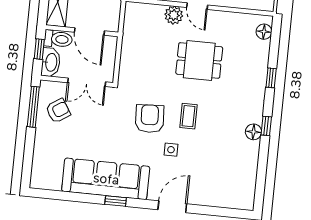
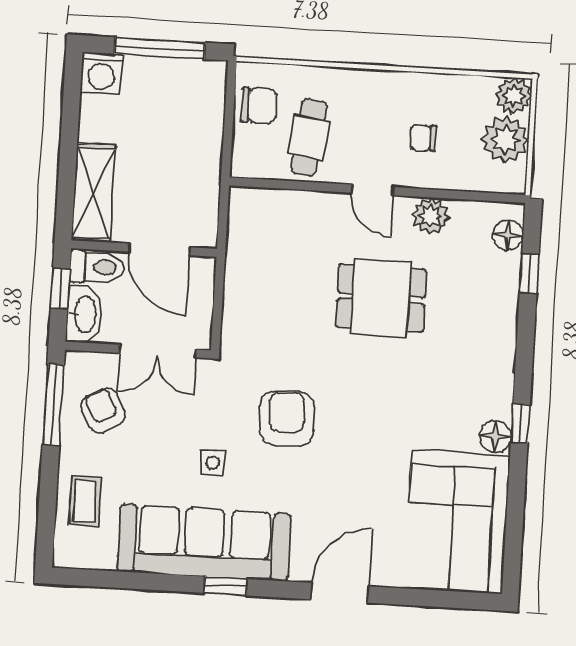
plant: (174, 15) -> (431, 216), moved
window: (271, 78) -> (529, 274), moved
armchair: (58, 111) -> (103, 410), turned -85
coffee table: (189, 116) -> (85, 501), moved
side table: (171, 150) -> (213, 463), moved
corner sofa: (233, 174) -> (457, 522), added

